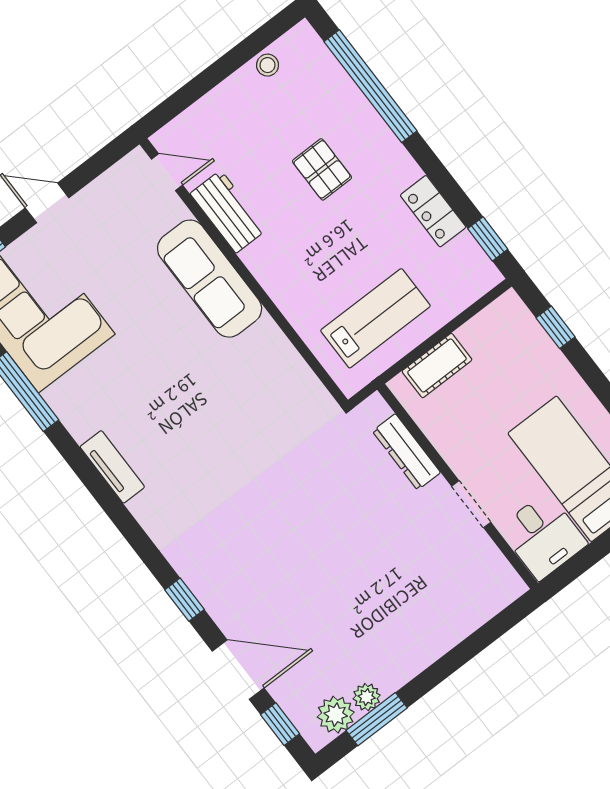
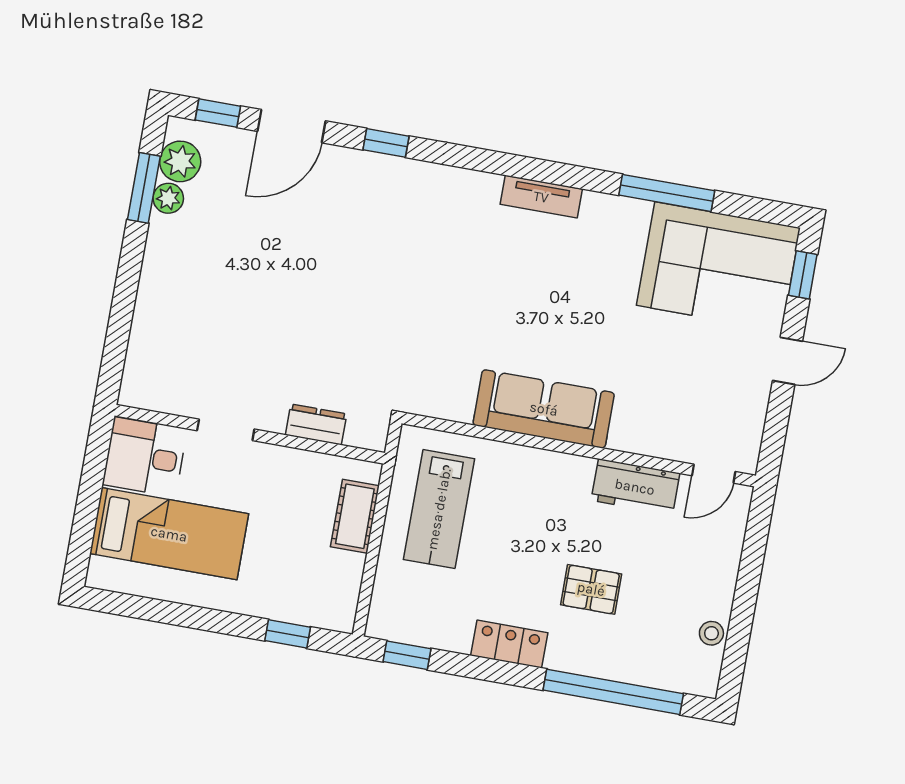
locker: (433, 211) -> (509, 644), moved
sofa: (210, 279) -> (544, 409), moved
dresser: (406, 452) -> (316, 424), width x0.70

